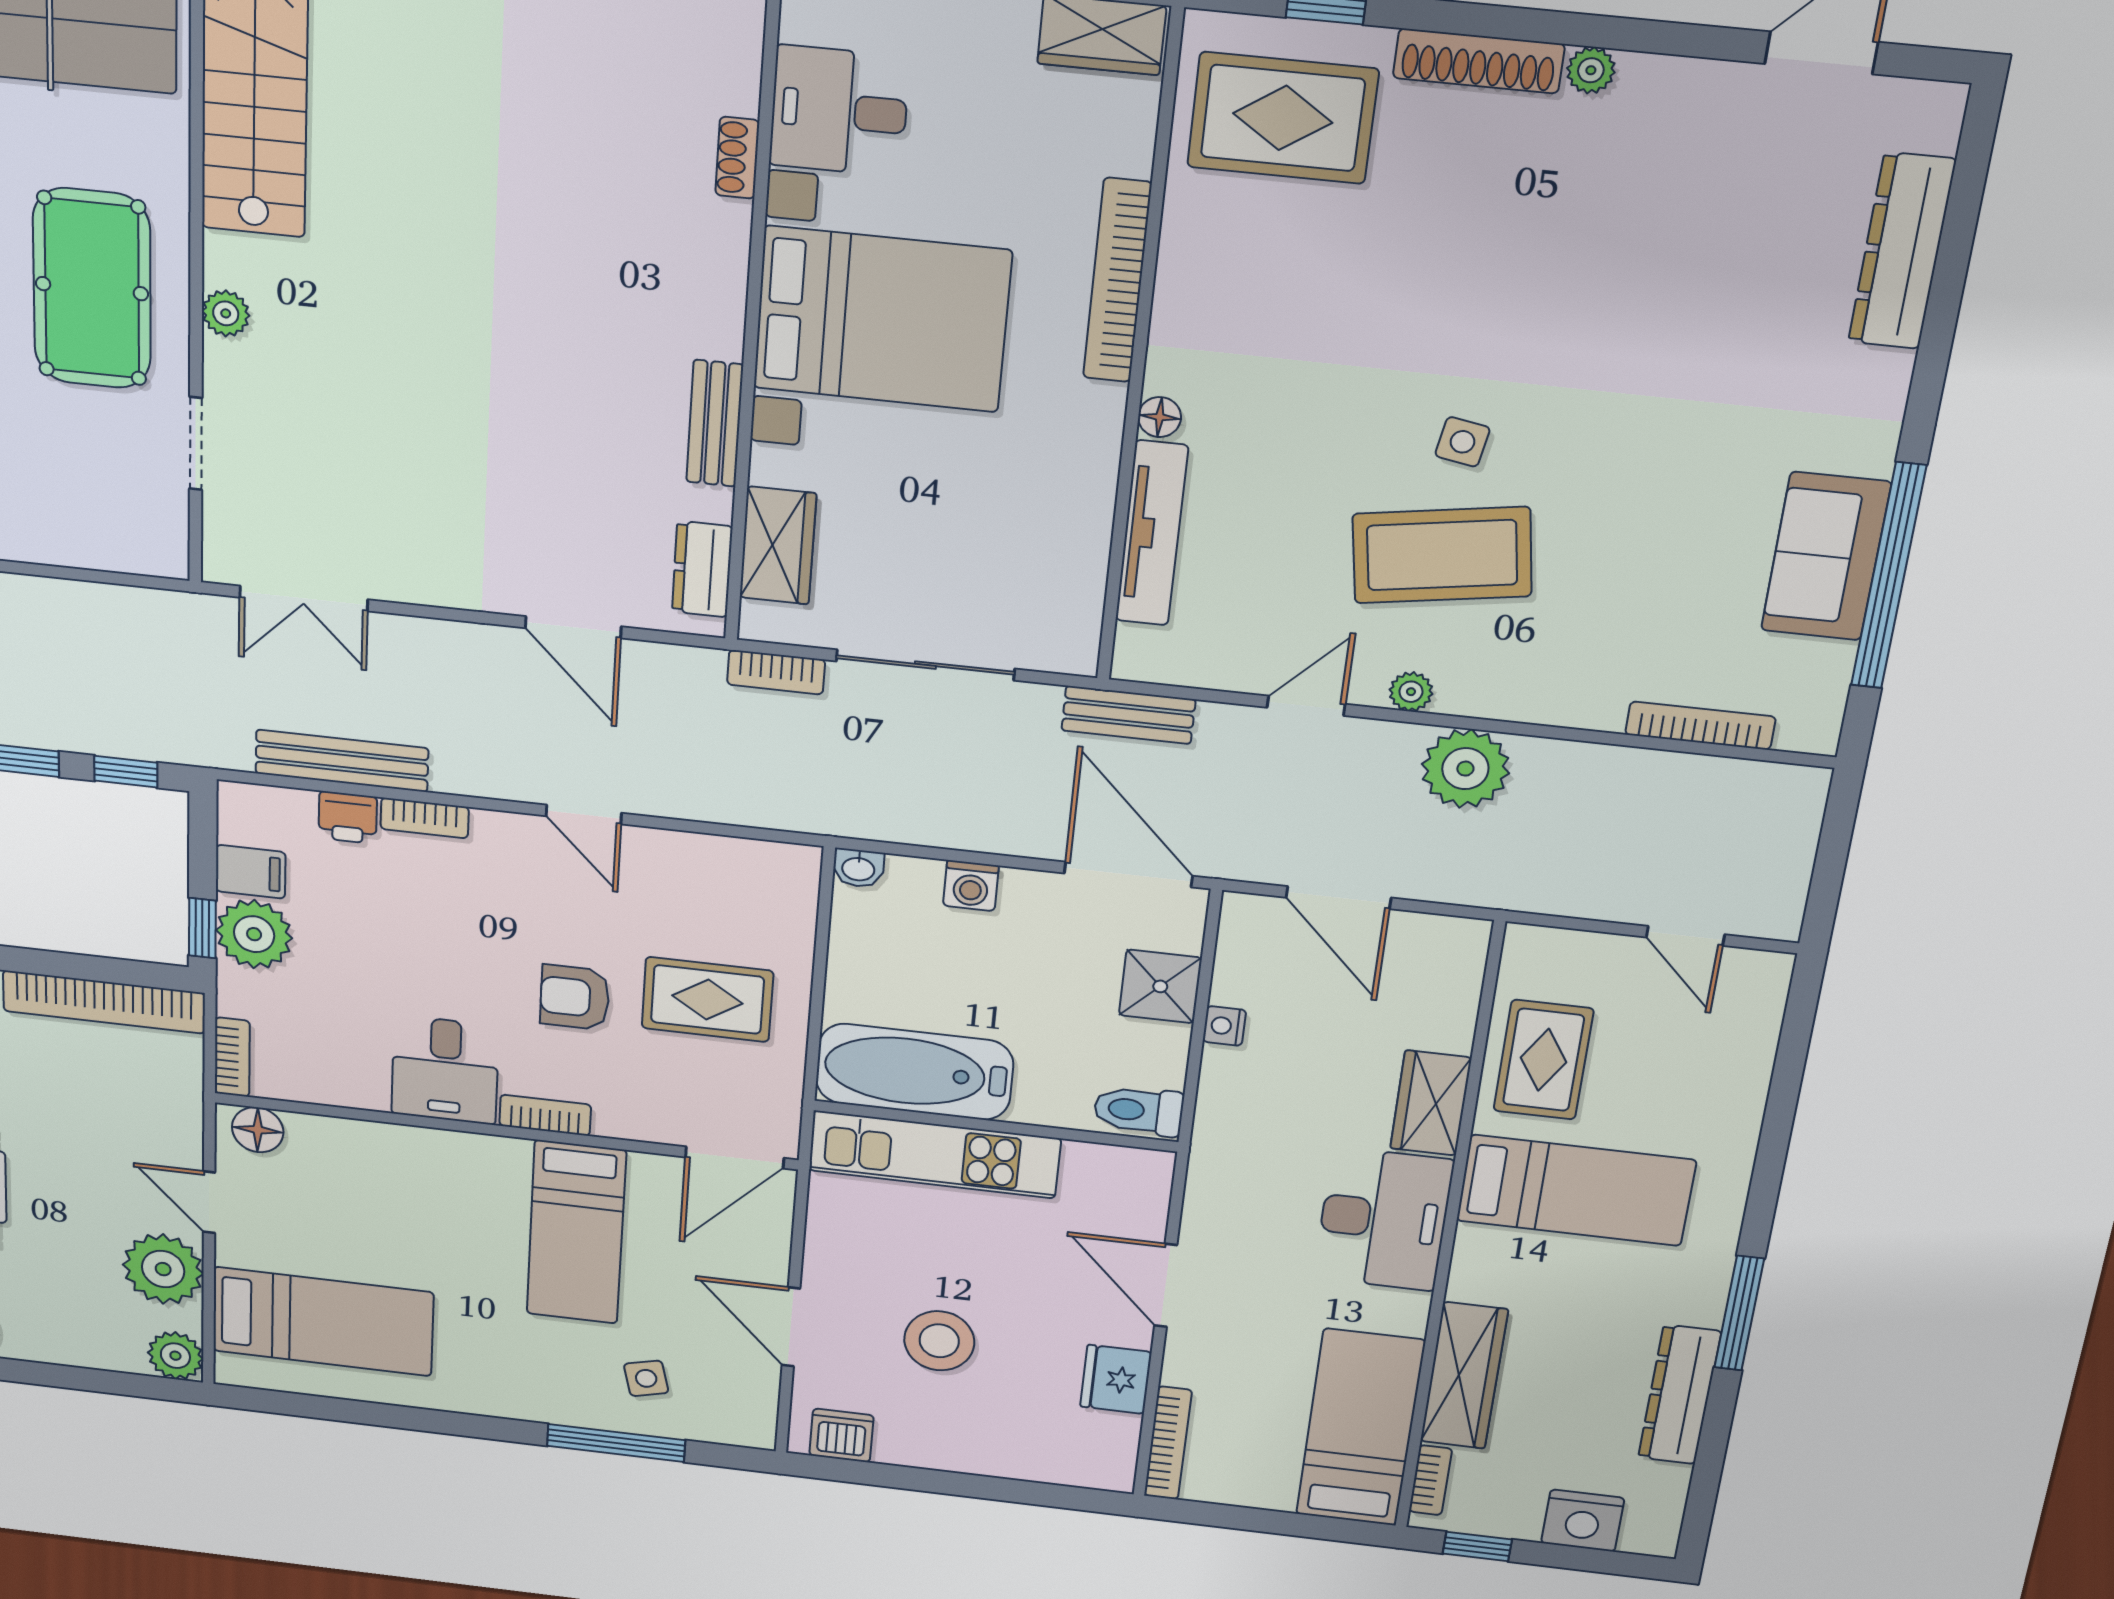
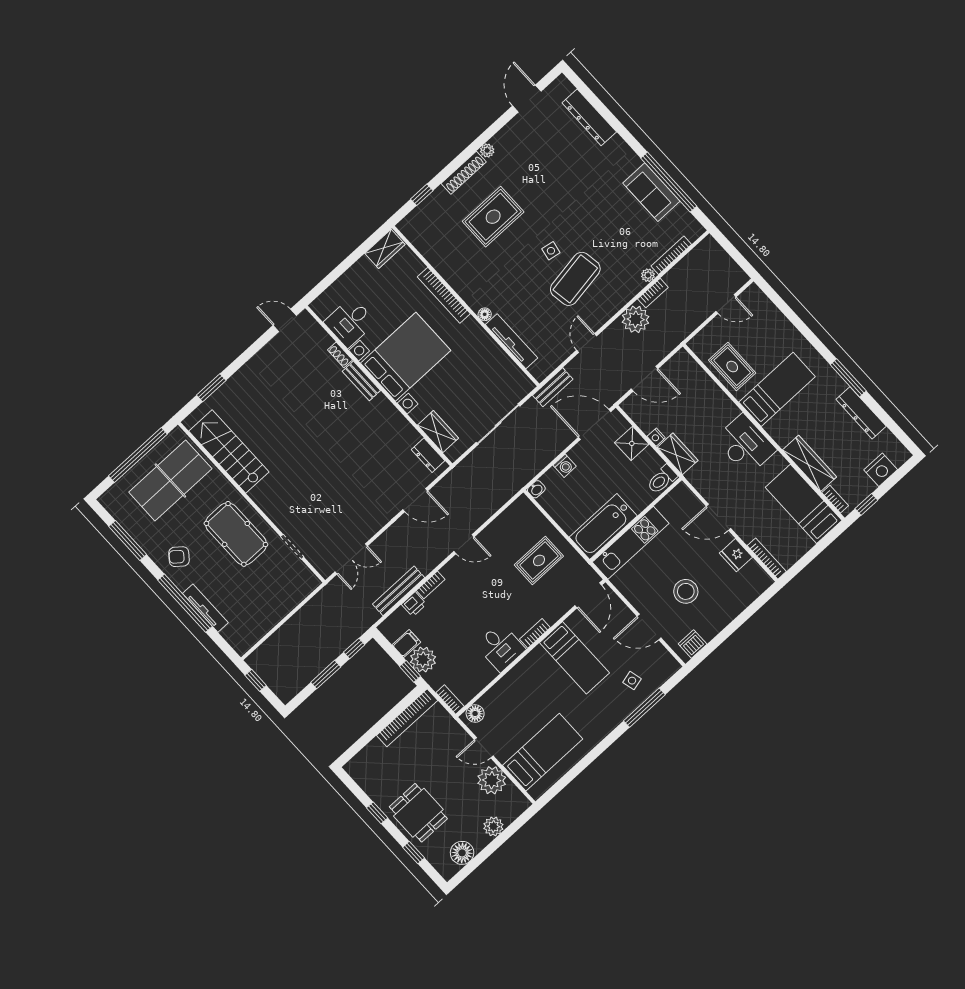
rug: (1283, 118) -> (493, 217), moved
plant: (226, 313) -> (269, 508), removed
bench: (715, 423) -> (361, 381), moved
bookcase: (776, 672) -> (653, 293), moved
plant: (1411, 692) -> (648, 275), moved
armchair: (575, 997) -> (510, 594), removed
wardrobe: (1431, 1103) -> (678, 454), moved, turned 180
plant: (175, 1356) -> (493, 826), moved

